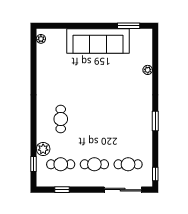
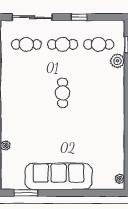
cafe table: (61, 119) -> (63, 93), moved
window: (62, 190) -> (79, 17), moved

